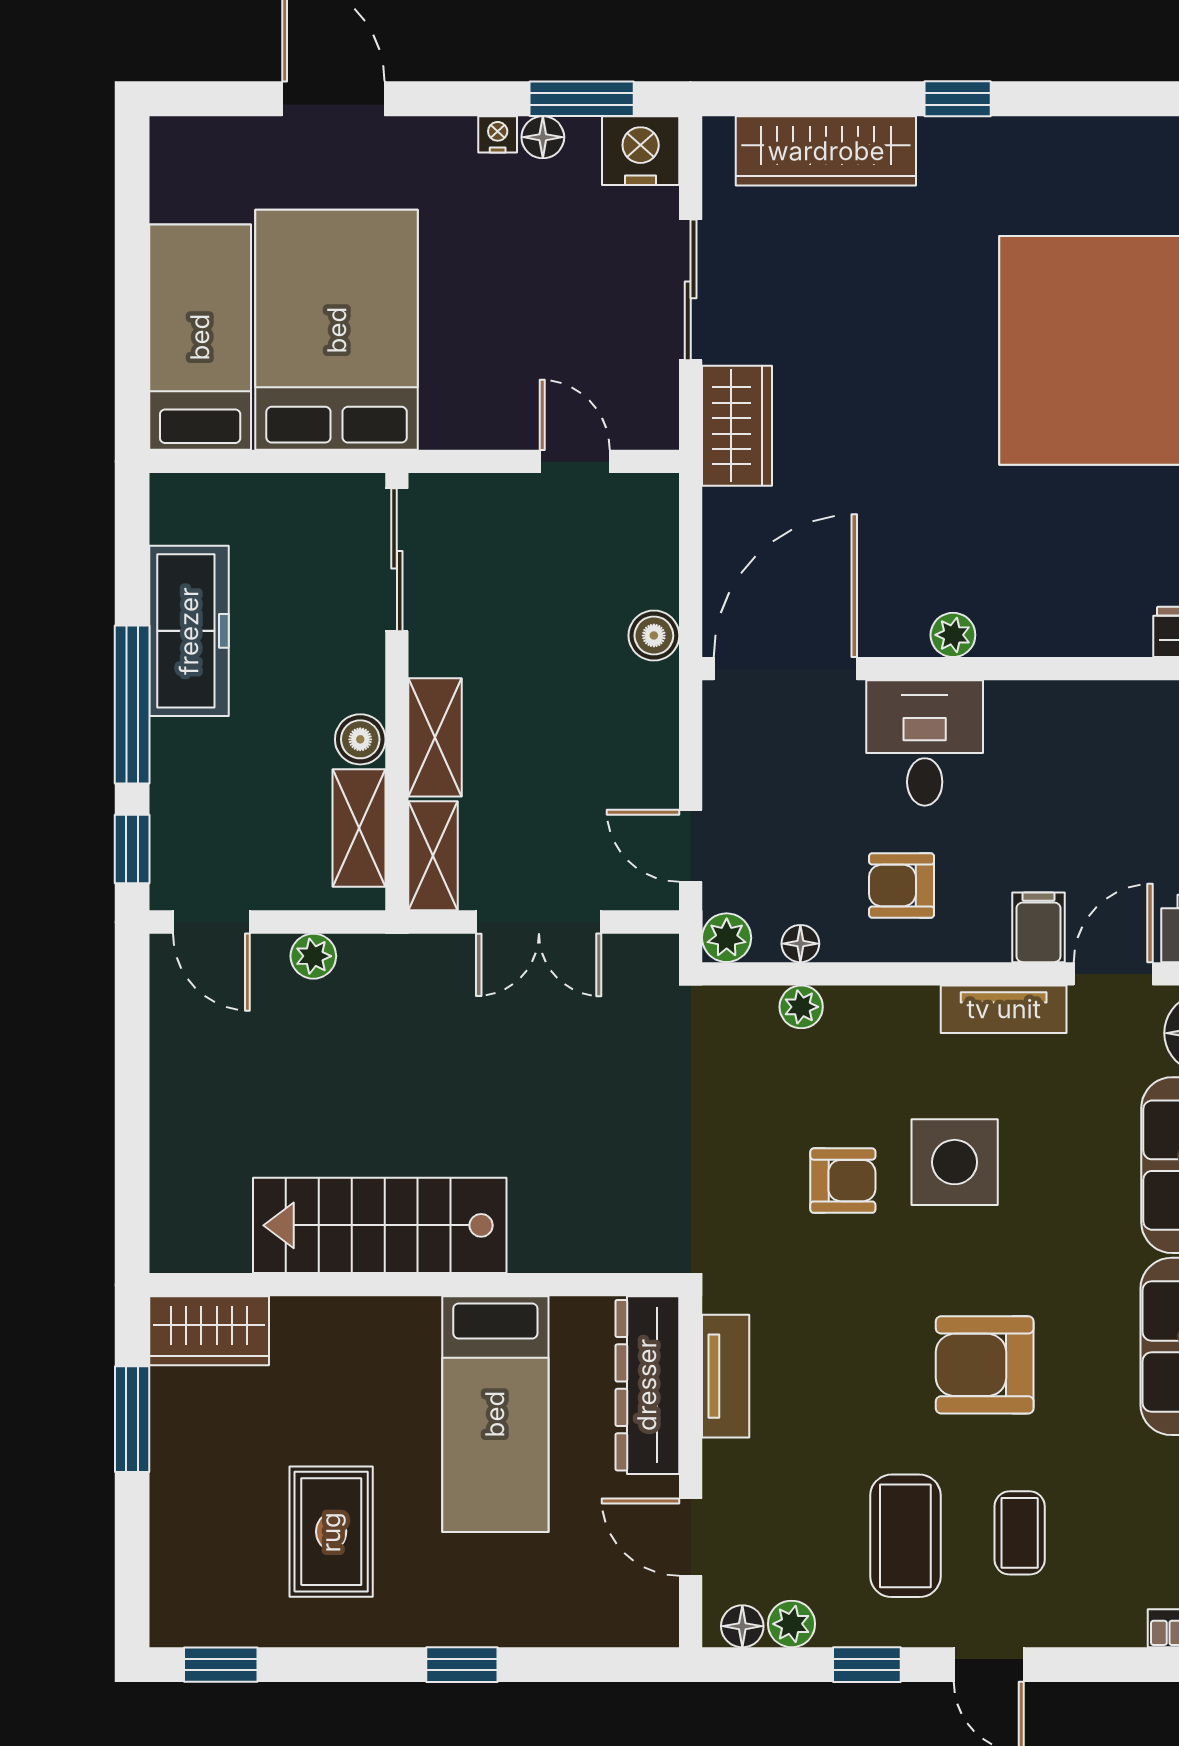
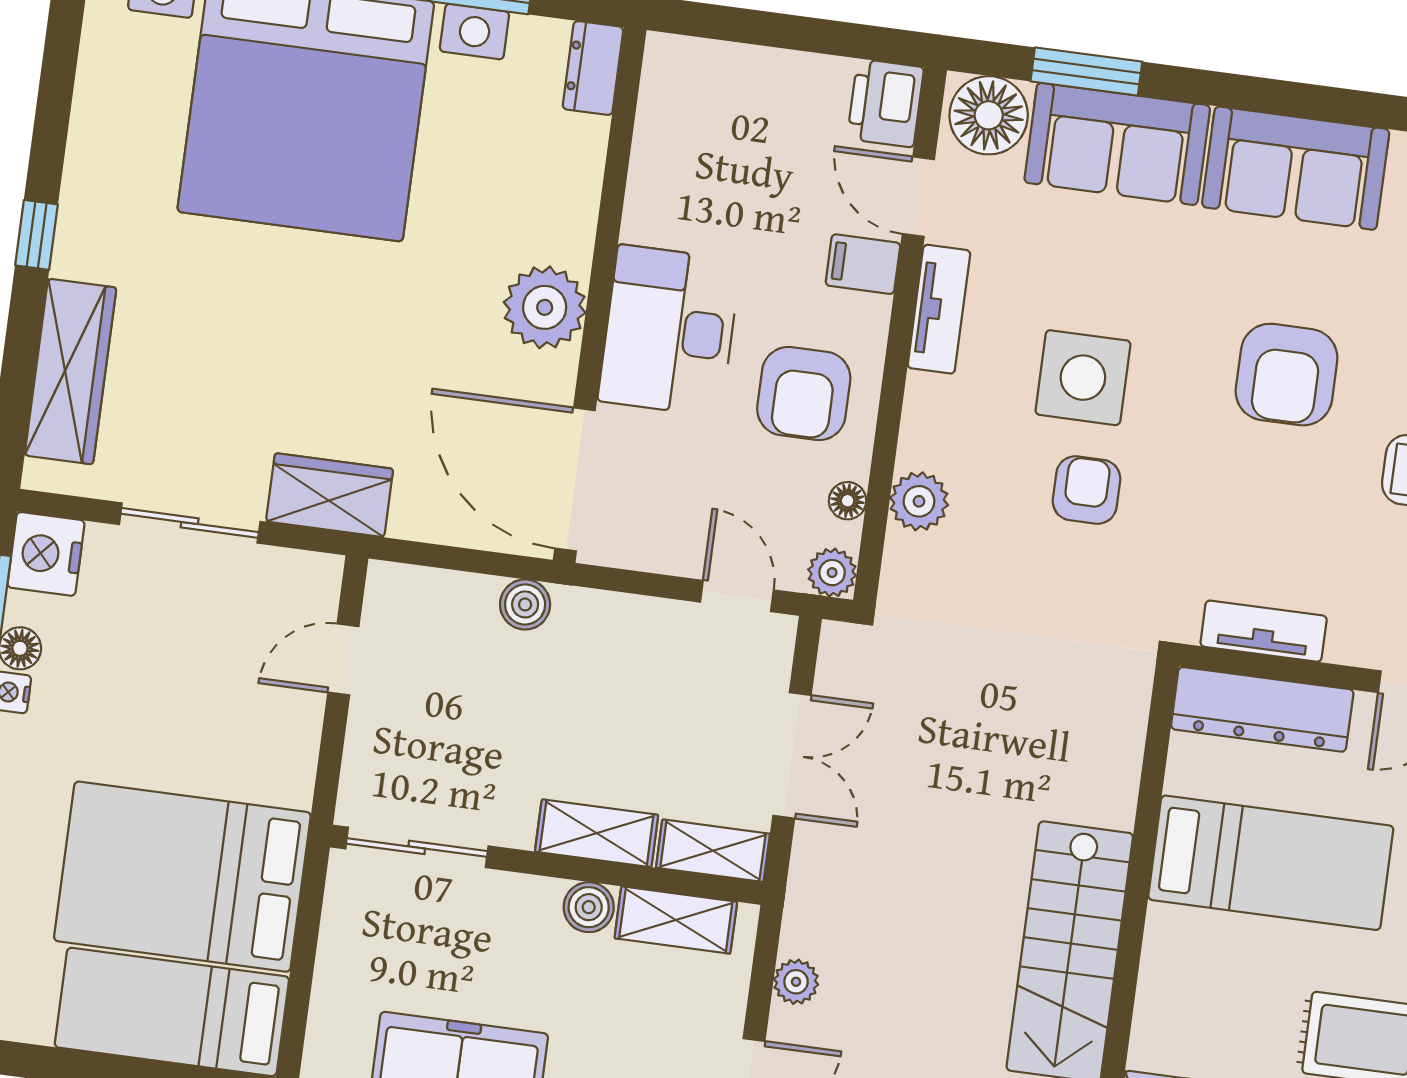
plant: (953, 635) -> (545, 307), width x1.88, depth x1.88
desk: (925, 743) -> (669, 331), width x1.37
door: (691, 846) -> (737, 596), swing flipped
armchair: (902, 886) -> (804, 393), width x1.38, depth x1.38
plant: (801, 1007) -> (919, 501), width x1.38, depth x1.38

